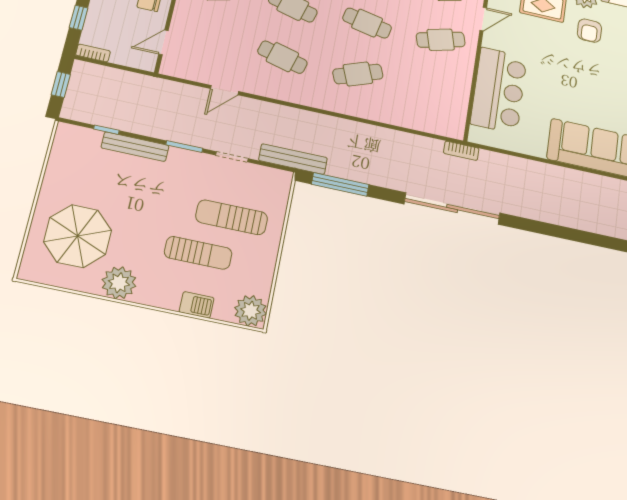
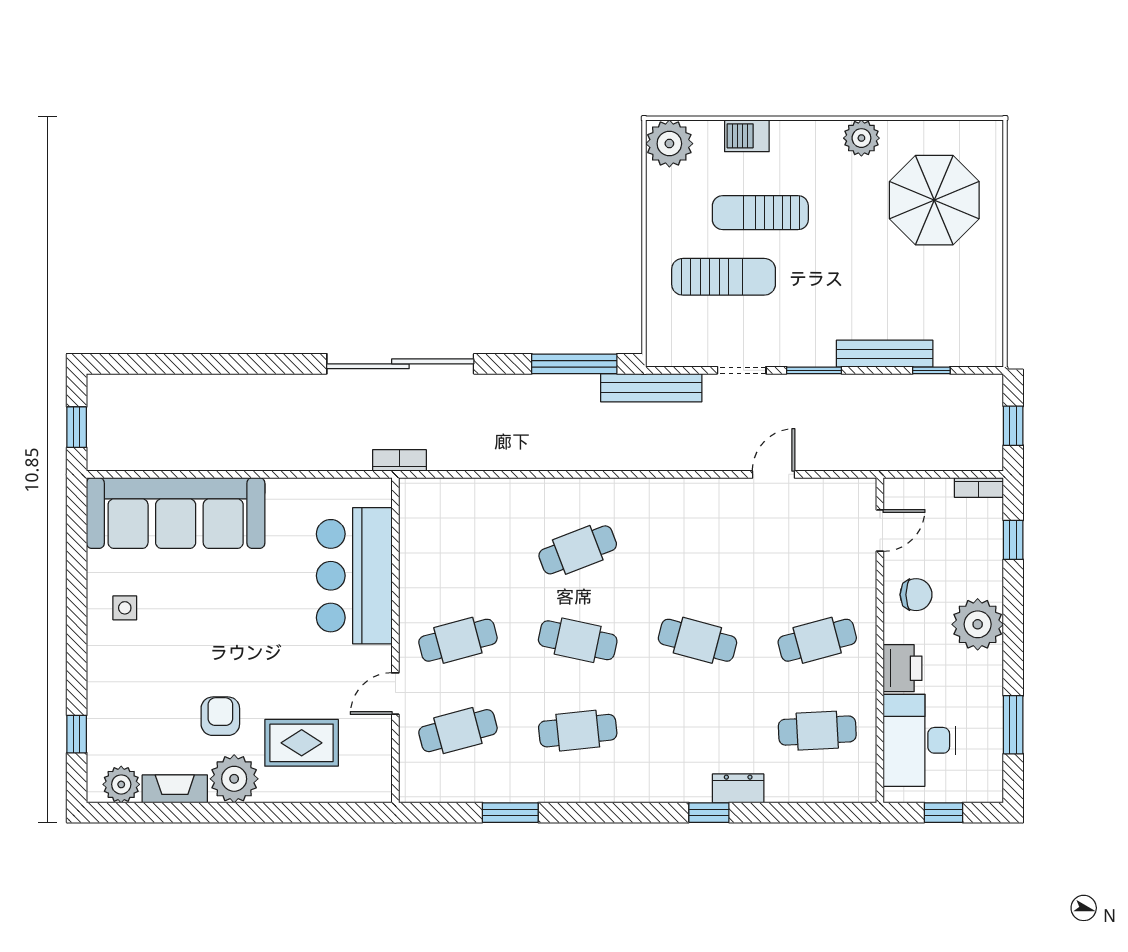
cafe table: (282, 57) -> (697, 550), removed
plant: (119, 283) -> (861, 138), width x0.73, depth x0.73

